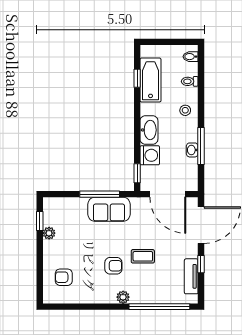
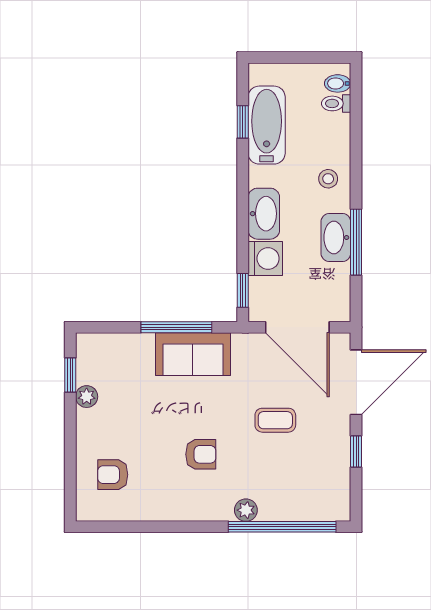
toilet: (190, 81) -> (336, 103), moved
washbasin: (192, 150) -> (336, 238), width x1.91, depth x1.45
coffee table: (143, 256) -> (275, 420), moved
tv unit: (191, 276) -> (339, 473), removed
plant: (123, 297) -> (246, 510), moved

